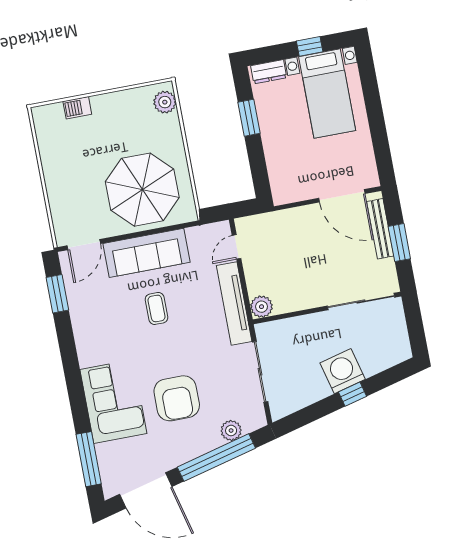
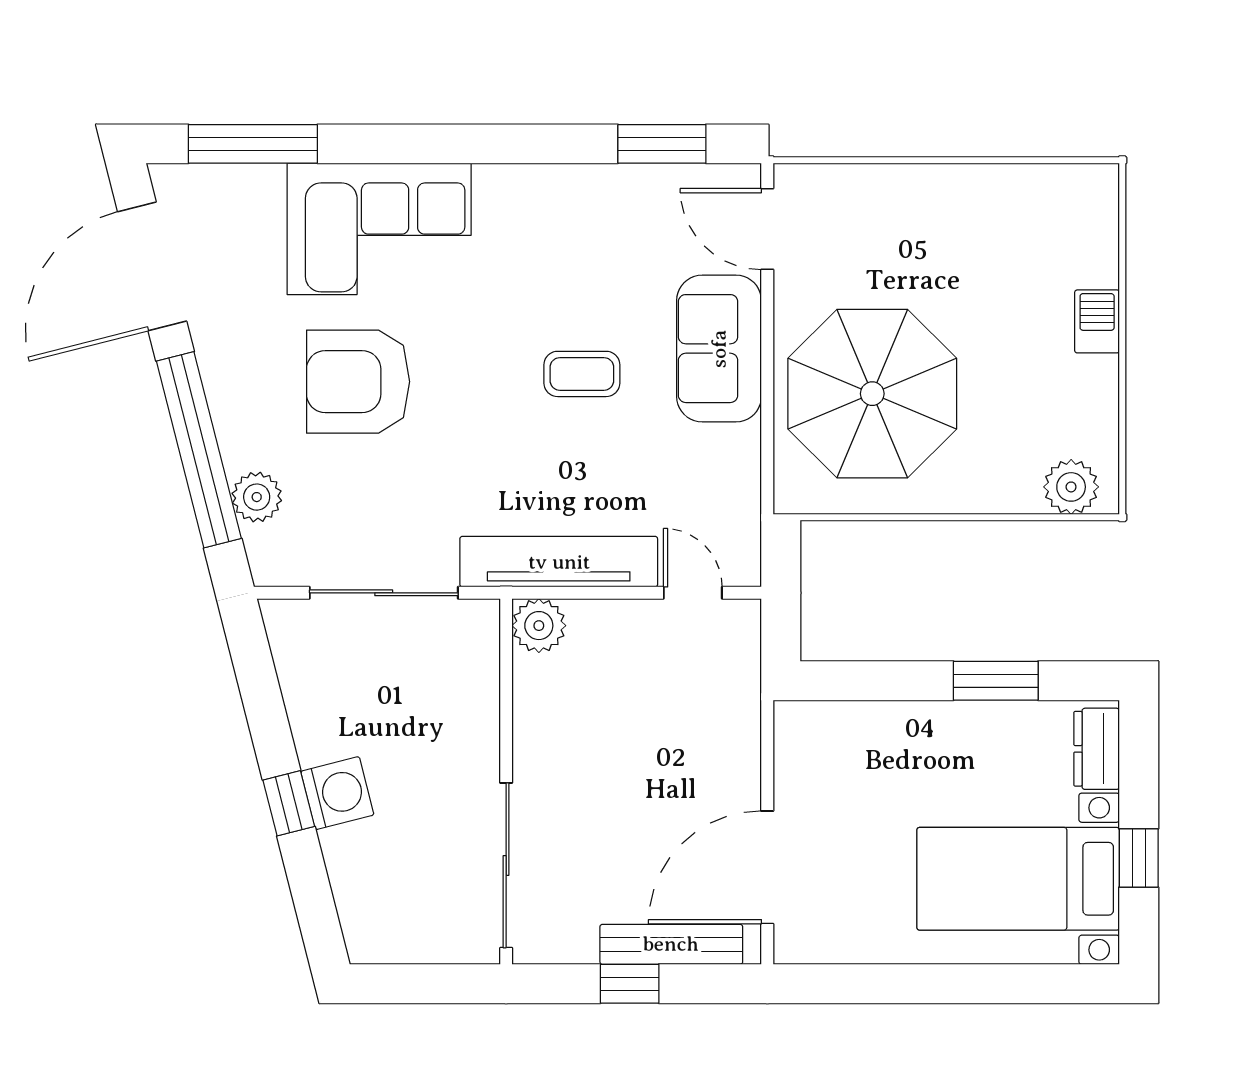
barbecue: (77, 108) -> (1097, 321), moved
window: (399, 243) -> (630, 984), width x0.67
sofa: (146, 253) -> (719, 349), width x0.73
washing machine: (343, 371) -> (337, 793), width x0.73, depth x0.73

